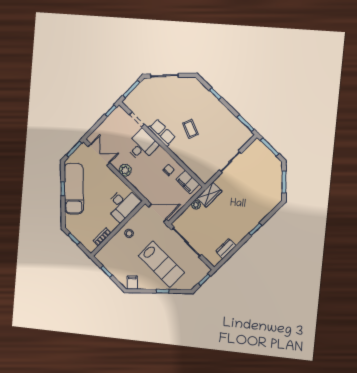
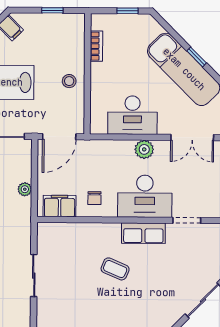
desk: (142, 146) -> (145, 196), width x1.37
wardrobe: (209, 195) -> (21, 216), removed
desk: (123, 204) -> (132, 115), moved, turned -90

